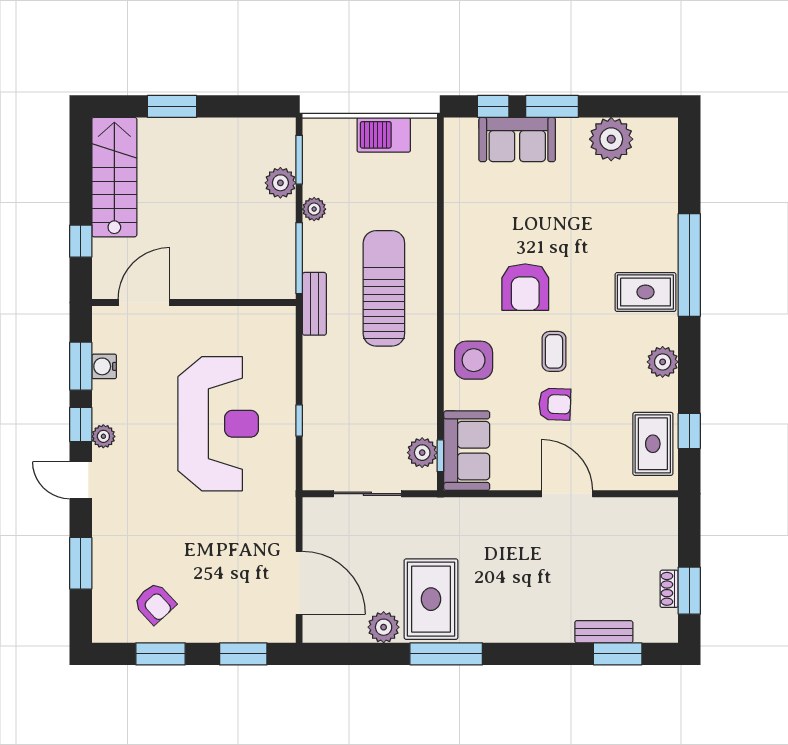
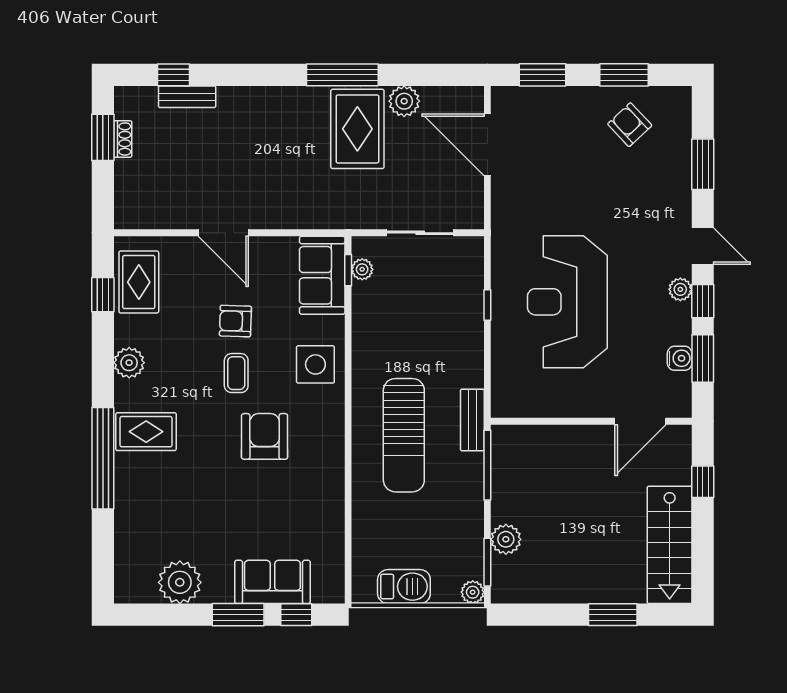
plant: (314, 209) -> (473, 592), moved
plant: (422, 453) -> (362, 269), width x0.73, depth x0.73
window: (618, 654) -> (173, 75), width x0.67

